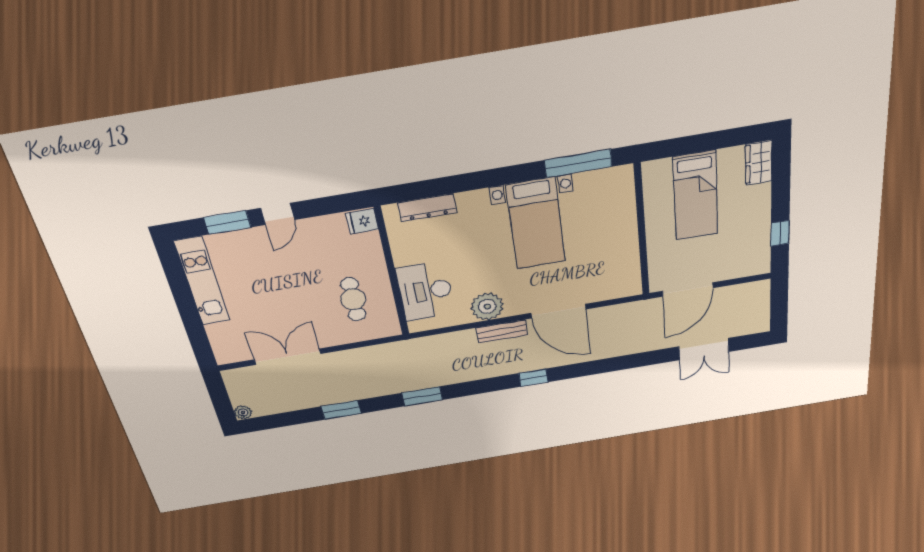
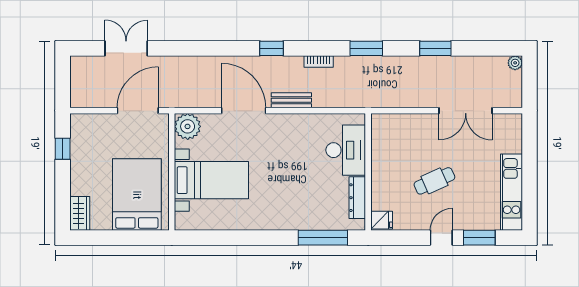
window: (578, 163) -> (323, 238), moved
bed: (695, 196) -> (137, 195), width x1.50
dresser: (427, 208) -> (357, 198), moved, turned -90
bed with nightstands: (536, 224) -> (211, 180), moved, turned 90
cafe table: (353, 299) -> (434, 181), moved, turned 66
plant: (487, 306) -> (188, 126), moved
bookcase: (476, 375) -> (319, 61), added

